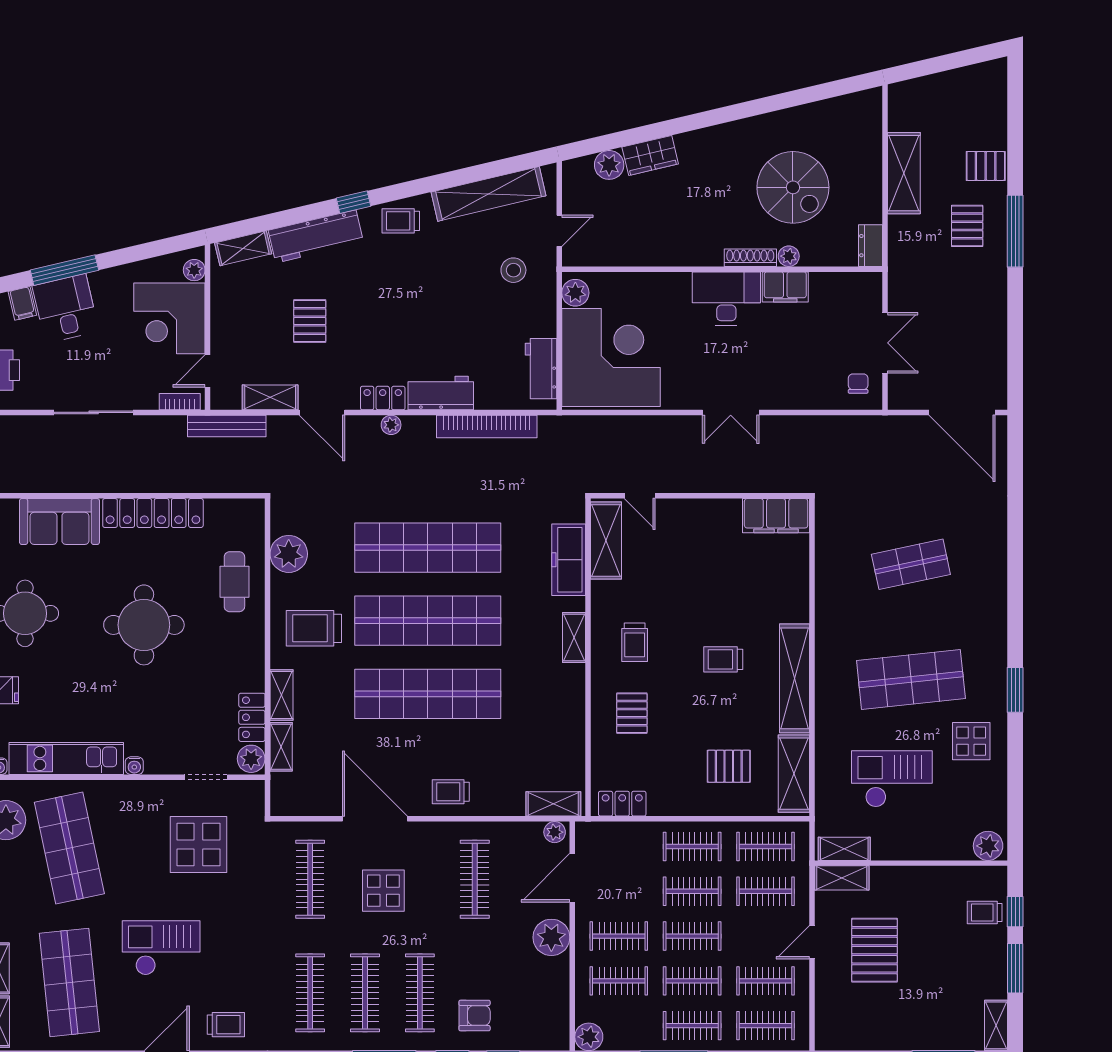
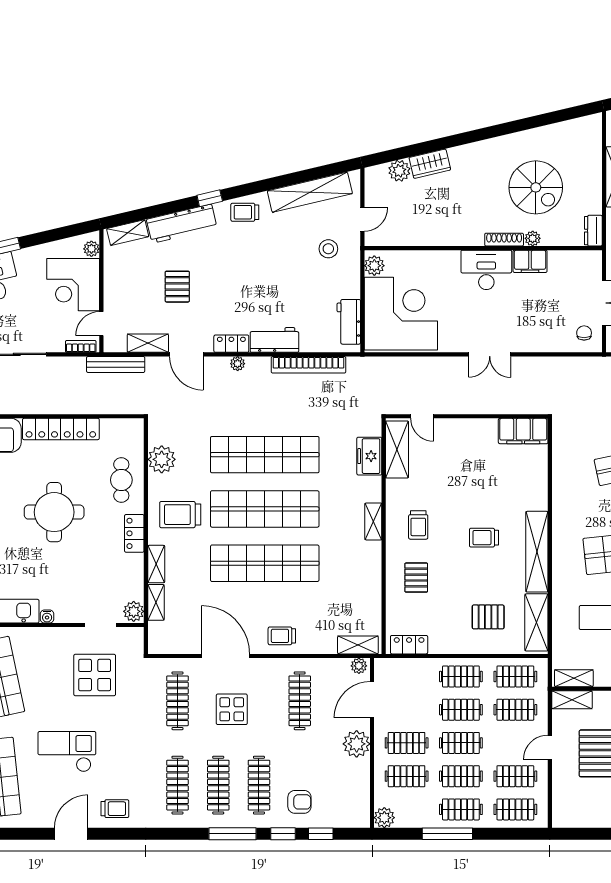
freezer: (569, 560) -> (369, 456), width x0.71
locker: (252, 717) -> (134, 533), moved

